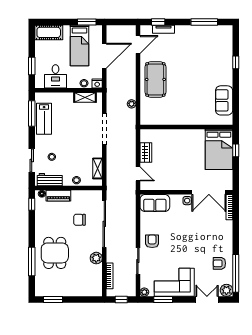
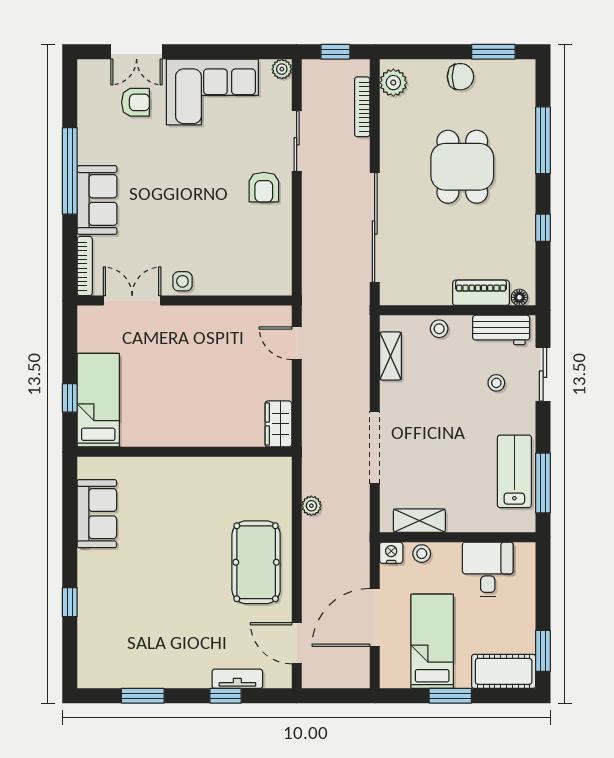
window: (87, 22) -> (450, 696), moved
window: (158, 22) -> (226, 696), moved
window: (204, 22) -> (143, 696), width x0.69
door: (138, 45) -> (297, 643), hinge flipped
window: (32, 66) -> (543, 651), moved
bed: (219, 149) -> (98, 400), width x0.67
wardrobe: (146, 153) -> (278, 424), moved
double door: (209, 192) -> (132, 301), width x0.73
sofa: (155, 203) -> (97, 200), moved, turned 90
window: (32, 204) -> (543, 228), moved
chair: (79, 220) -> (460, 77), moved
dining table: (55, 253) -> (462, 167), moved
plant: (96, 258) -> (393, 83), moved
armchair: (219, 263) -> (136, 102), moved
window: (236, 273) -> (70, 171), moved
plant: (226, 290) -> (91, 73), removed
window: (163, 300) -> (238, 52), removed

